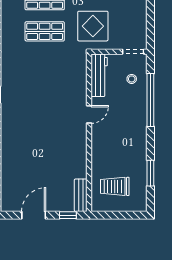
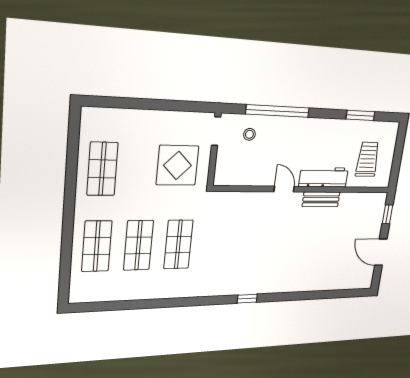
display table: (93, 26) -> (177, 165), moved
workbench: (99, 75) -> (324, 177), moved
trolley: (115, 186) -> (367, 159), turned 180
bench: (81, 195) -> (321, 199), moved

